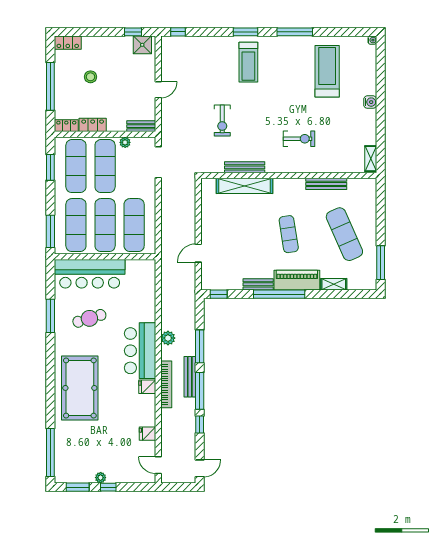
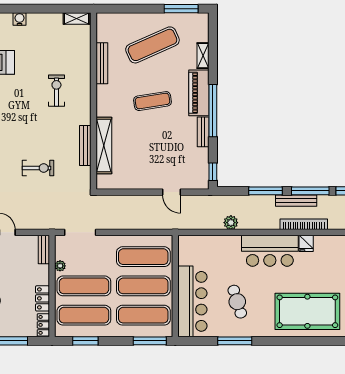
plant: (168, 338) -> (231, 223), moved

